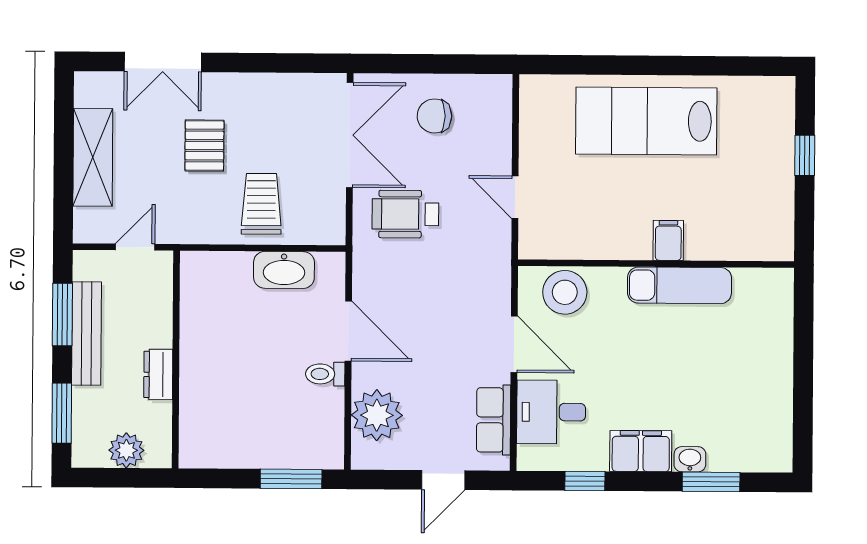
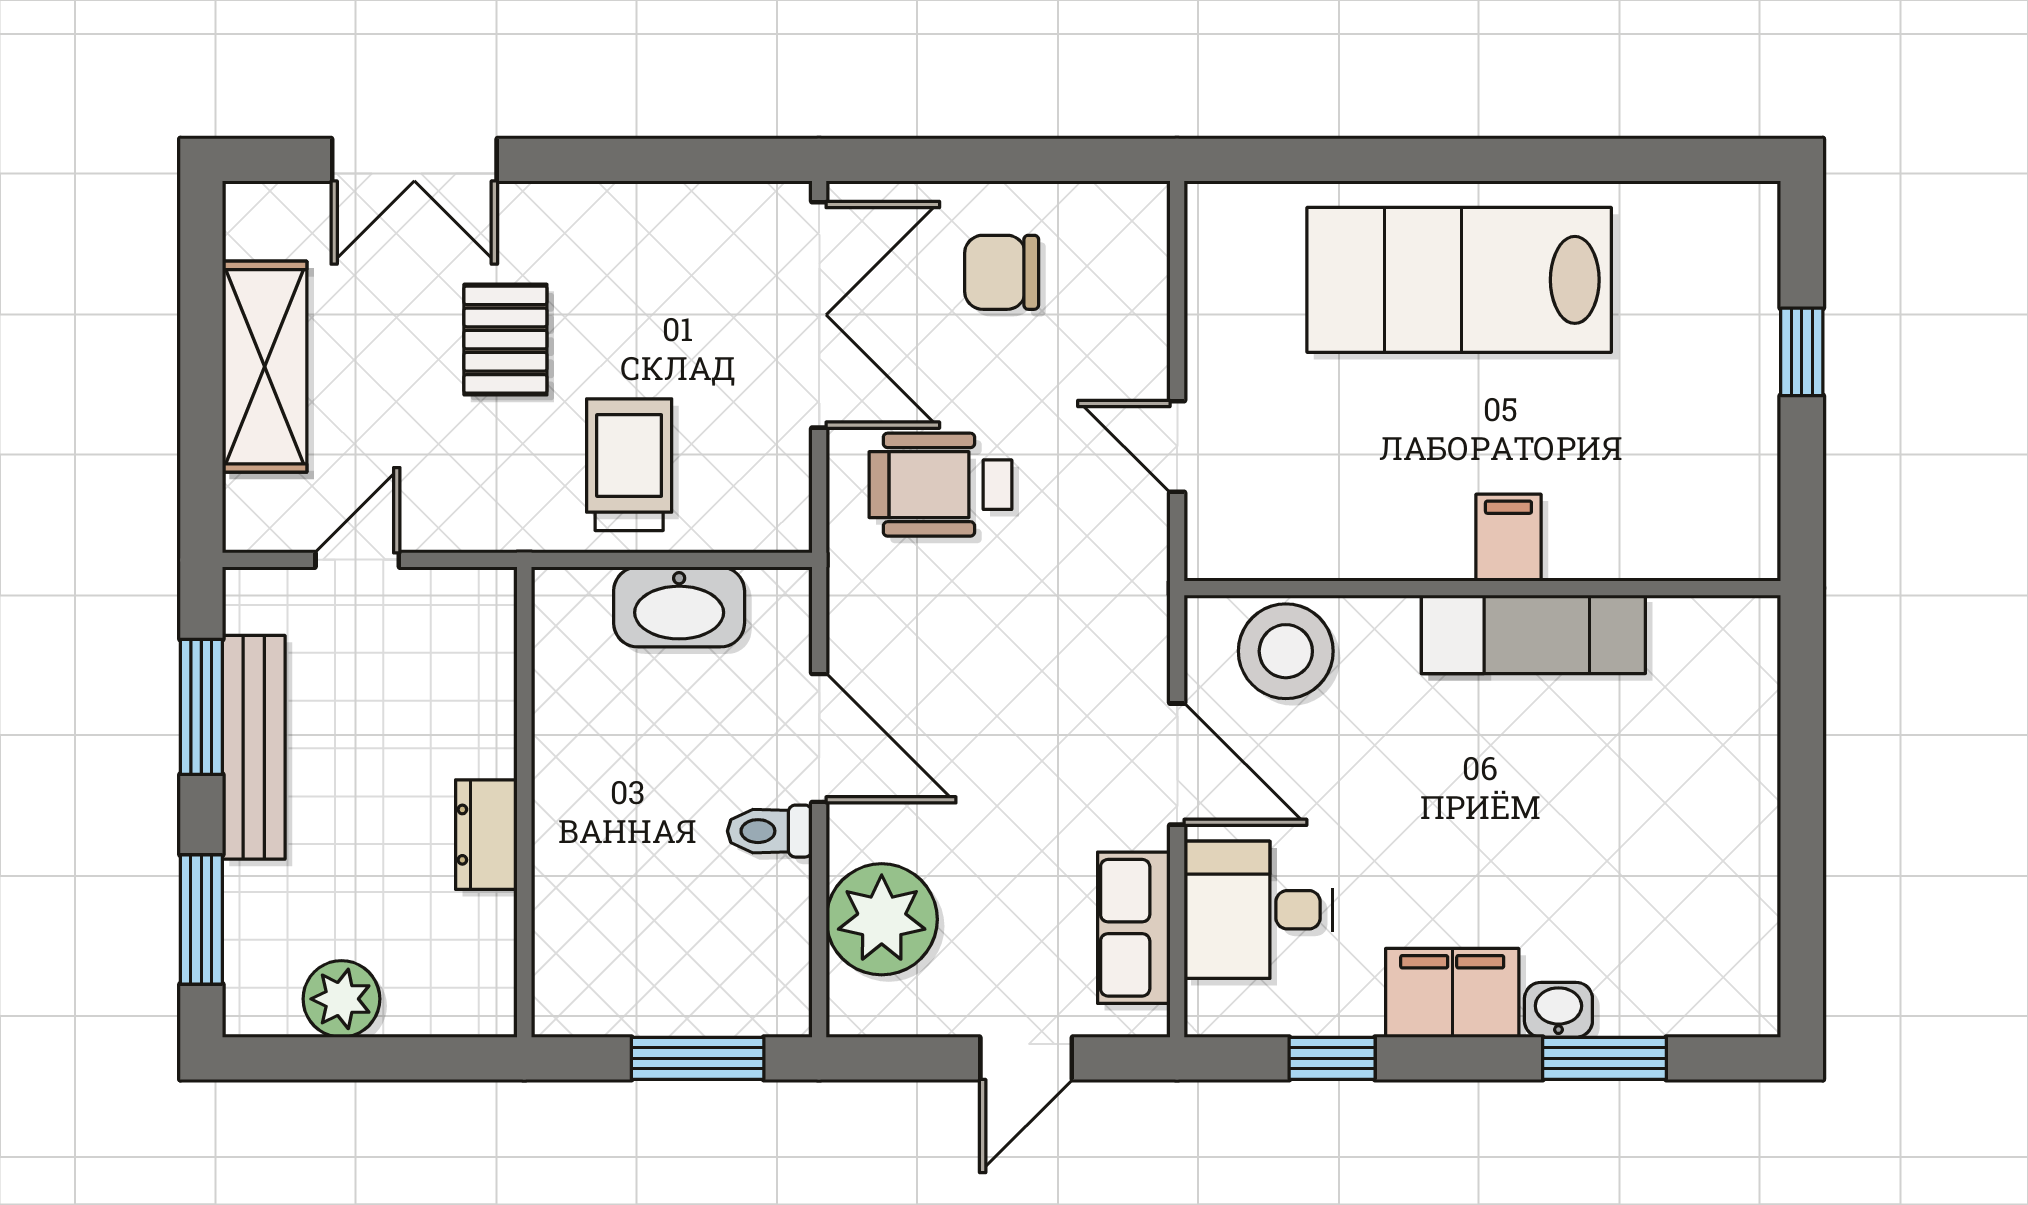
wall: (176, 360) -> (524, 802), moved
dresser: (158, 374) -> (486, 835), moved

